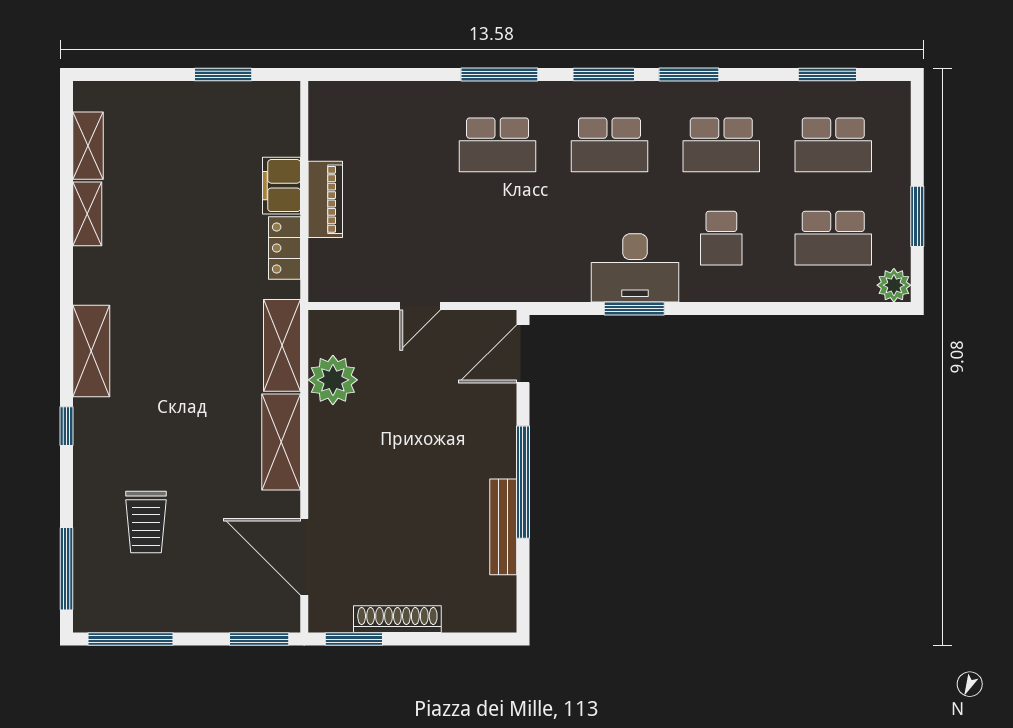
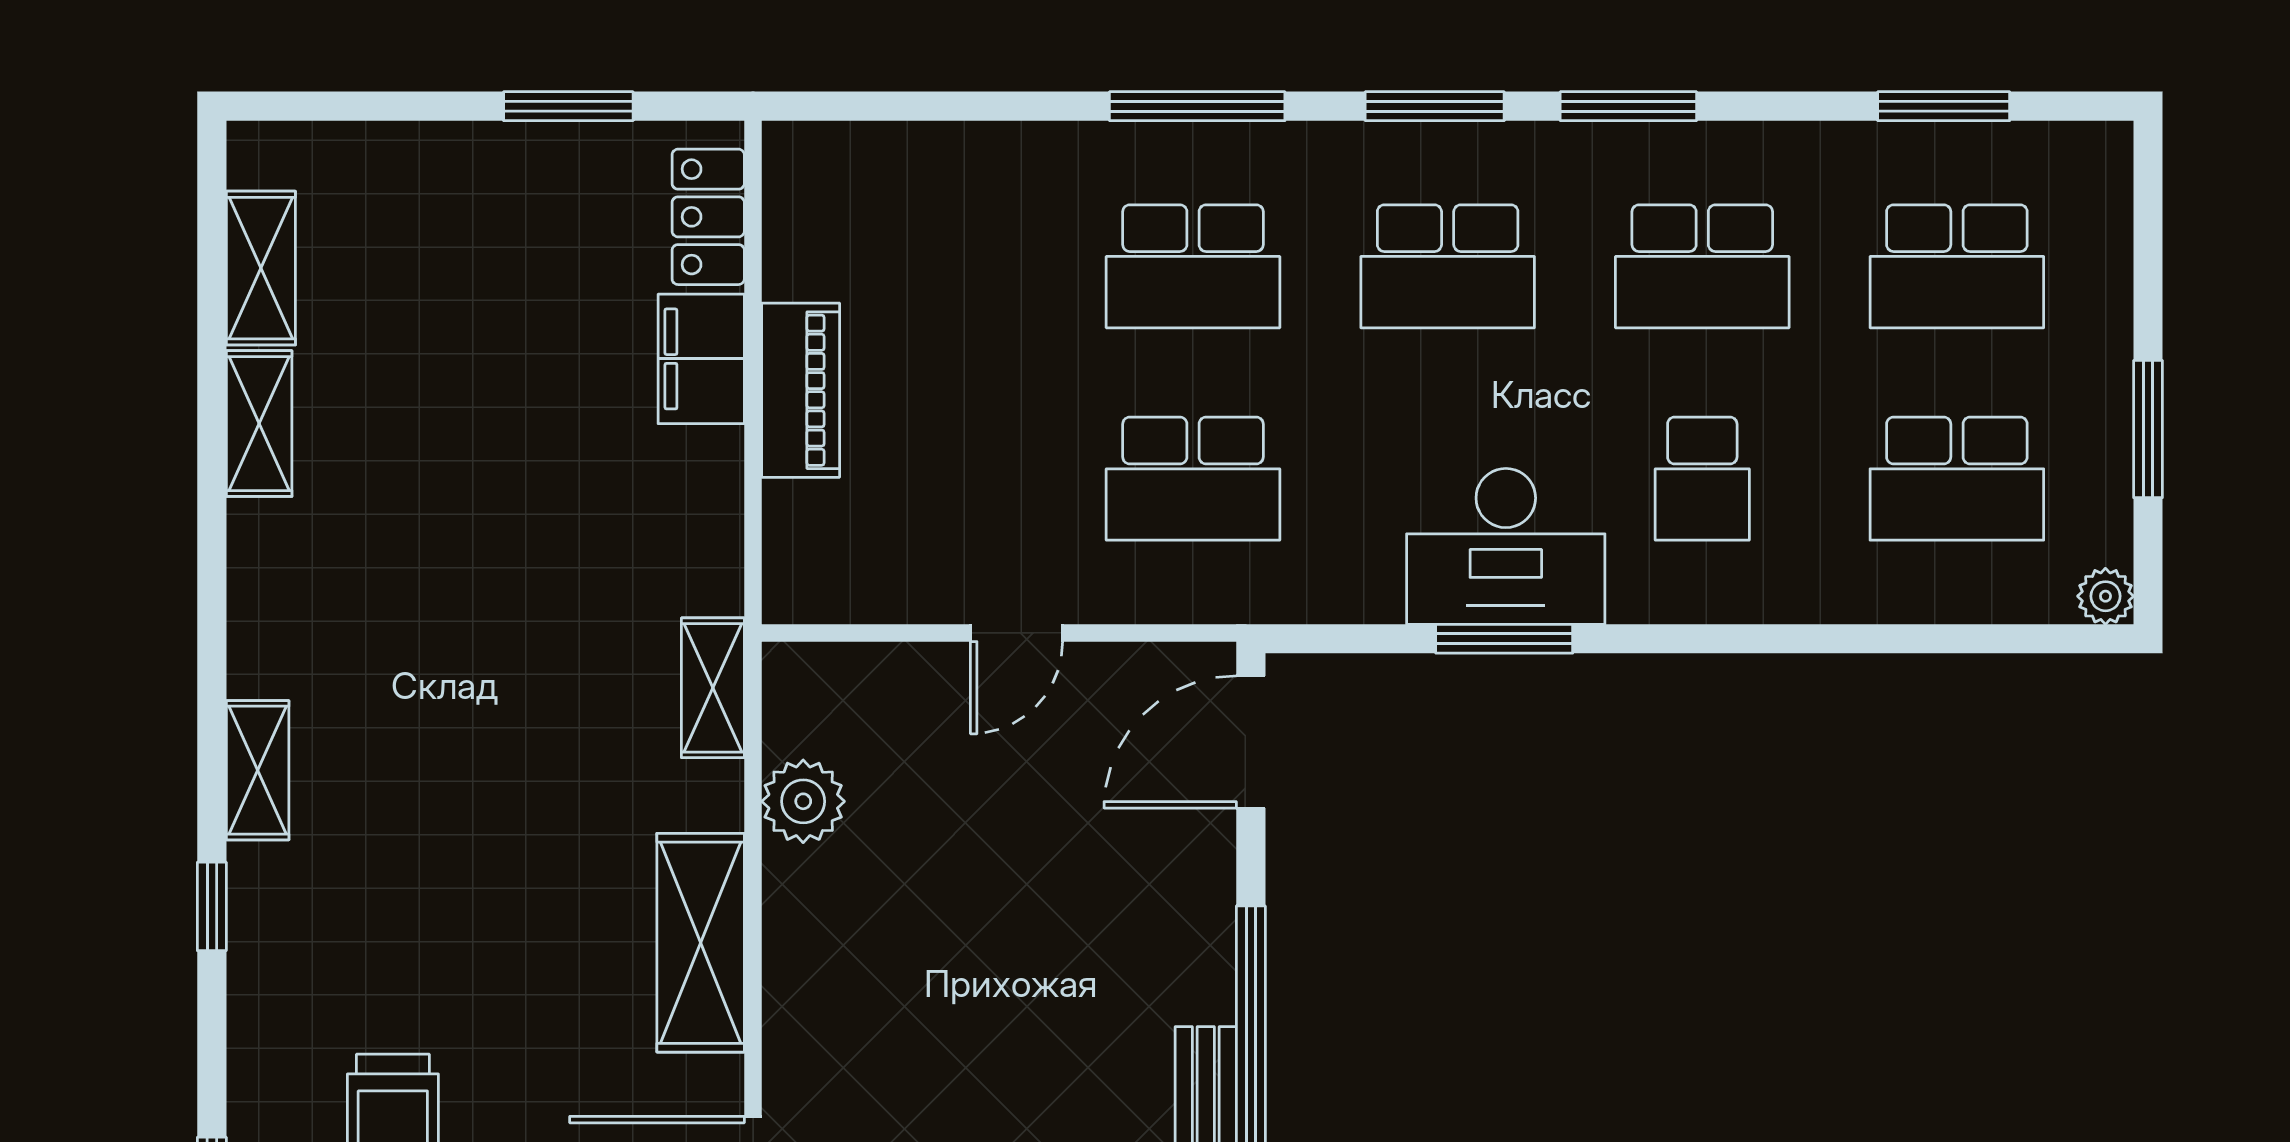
school desk: (498, 238) -> (1193, 479), added
locker: (285, 248) -> (708, 217), moved
plant: (894, 285) -> (2105, 596), width x0.73, depth x0.73
shelving: (282, 345) -> (713, 688), width x0.67, depth x0.75
shelving: (91, 351) -> (258, 770), width x0.67, depth x0.75
plant: (333, 380) -> (803, 801), width x0.73, depth x0.73

